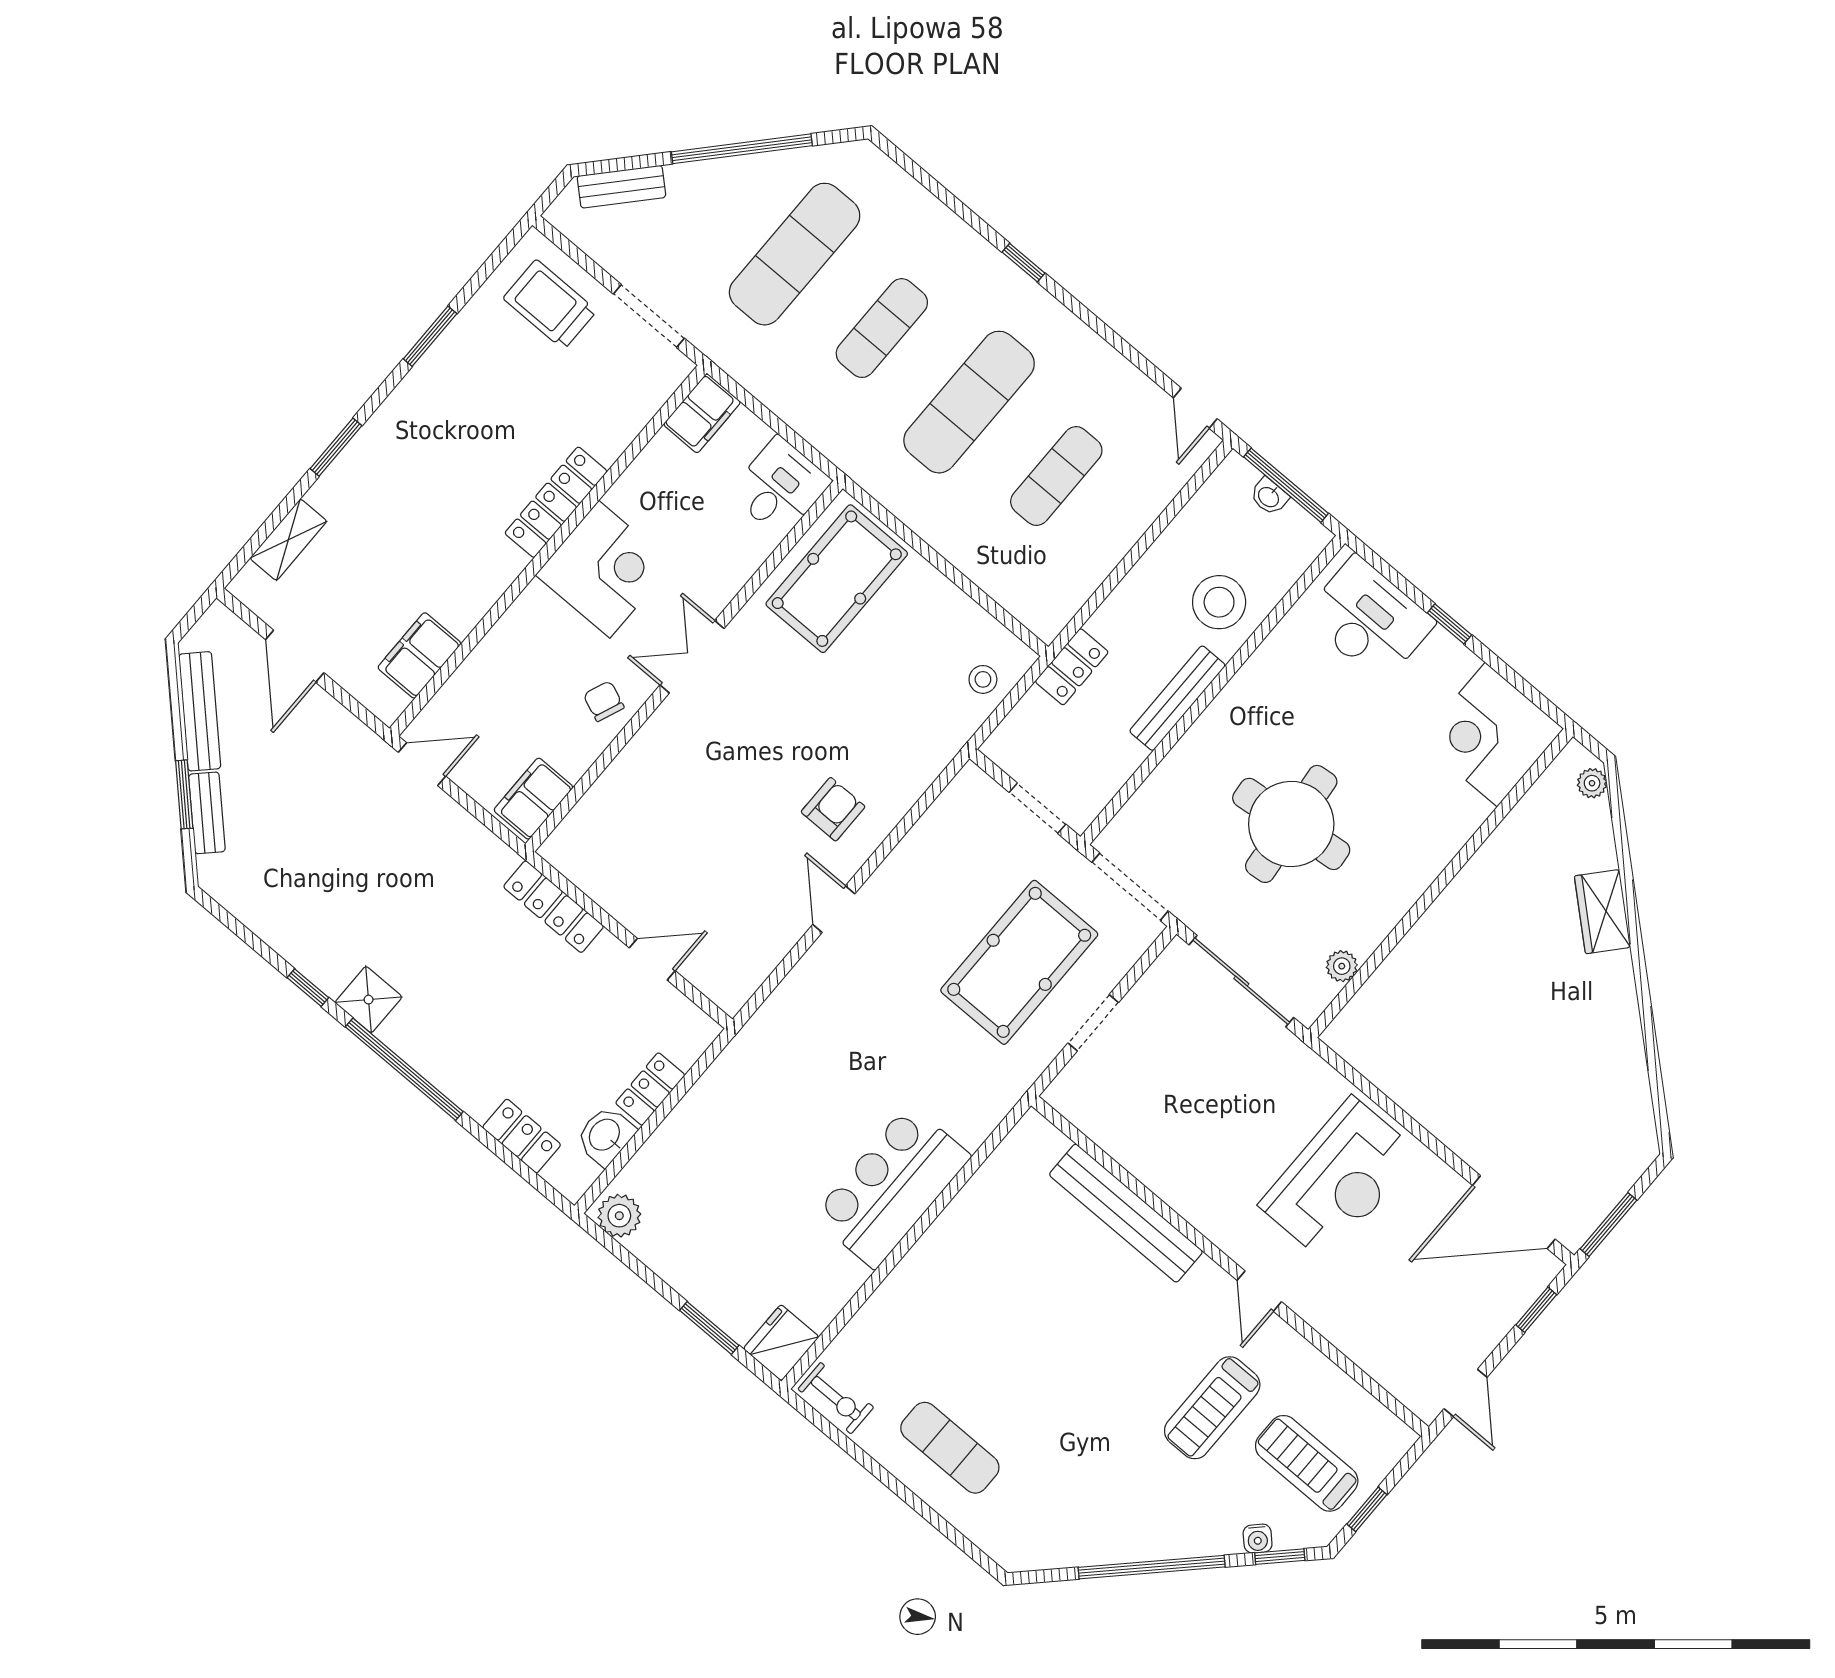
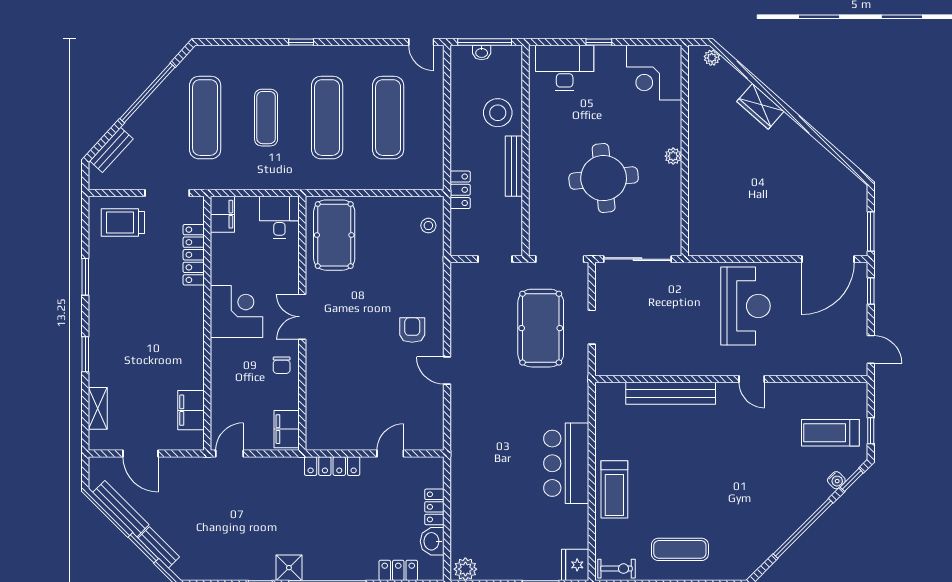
exercise mat: (1056, 476) -> (388, 118), width x1.36, depth x1.45
locker: (556, 502) -> (194, 255), moved
chair: (604, 701) -> (282, 365), turned -112
plant: (1342, 966) -> (673, 156), moved
treadmill: (1212, 1408) -> (614, 489), moved

